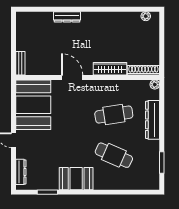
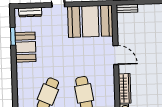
door: (72, 78) -> (116, 55), hinge flipped
booth: (76, 179) -> (25, 47), moved

